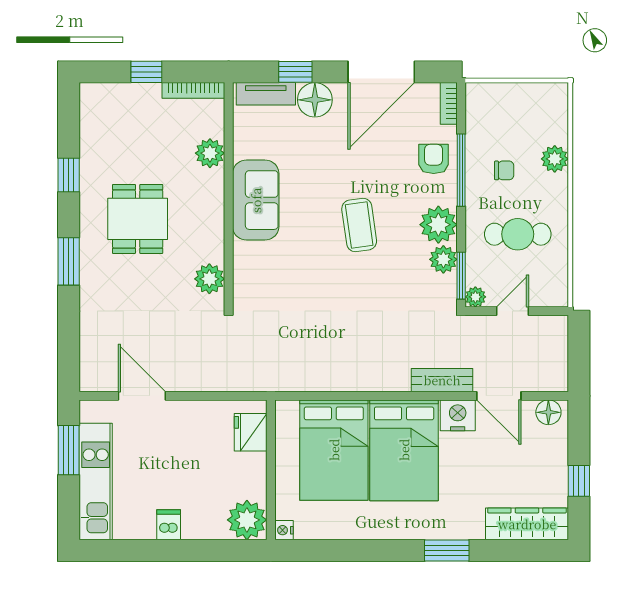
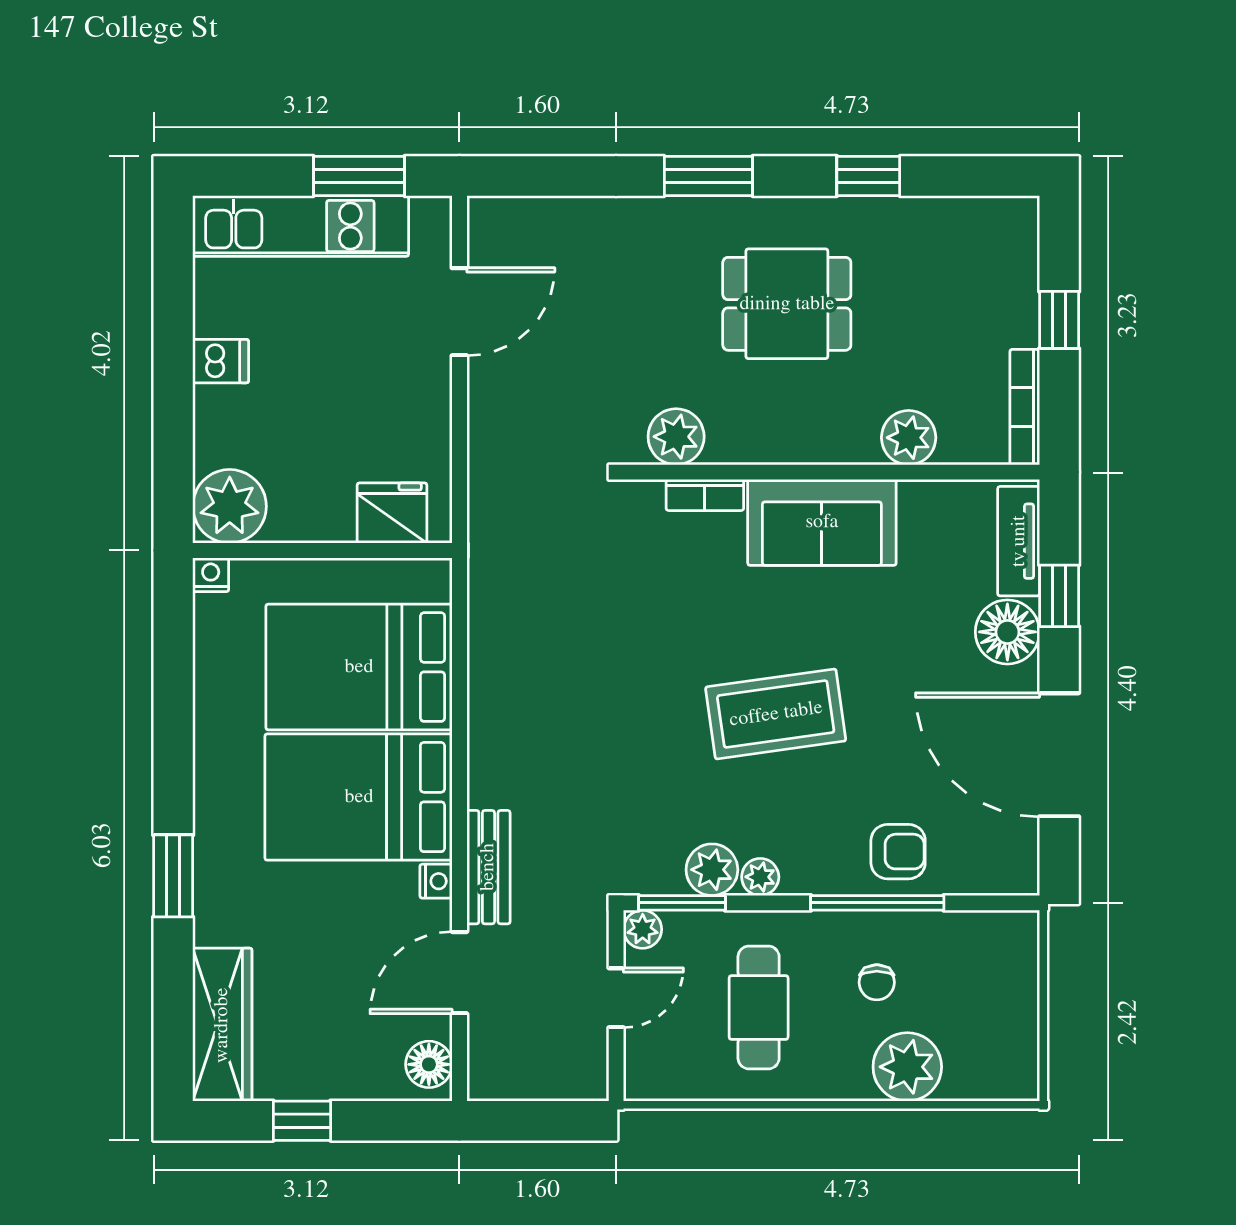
bookcase: (449, 103) -> (705, 495), moved, turned 180
plant: (555, 159) -> (907, 1067), width x1.36, depth x1.36
coffee table: (359, 225) -> (776, 714), width x1.36, depth x1.32
plant: (438, 225) -> (760, 877), width x0.53, depth x0.53
door: (512, 311) -> (616, 998), hinge flipped
nightstand: (458, 415) -> (436, 881), width x0.53, depth x0.56

